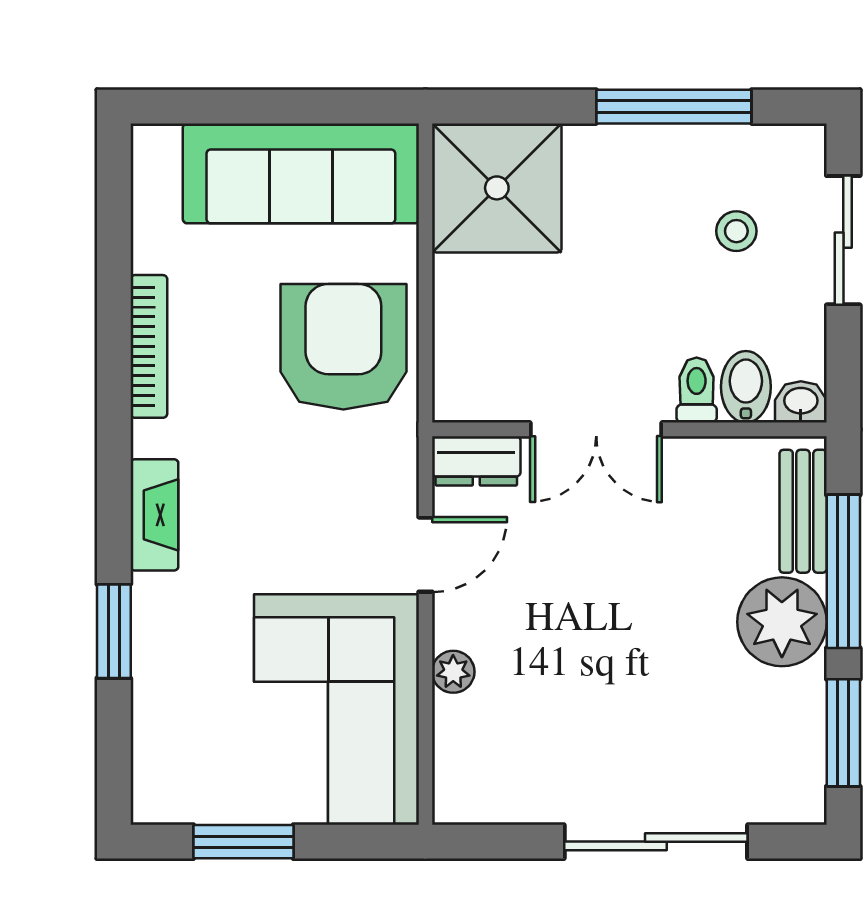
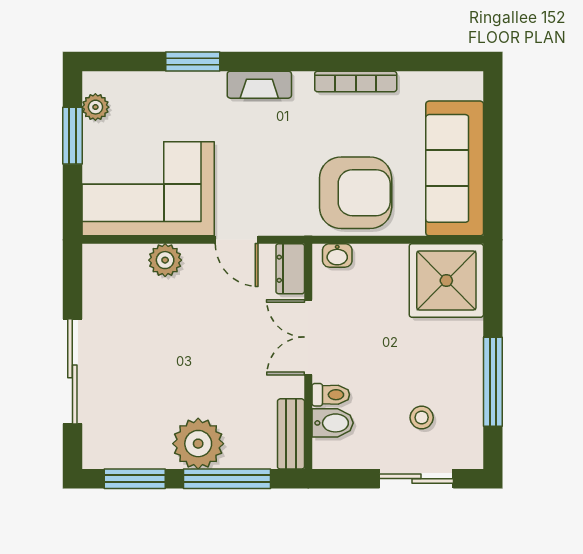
washbasin: (801, 402) -> (337, 255), moved, turned 90
bench: (803, 511) -> (291, 434), moved, turned 90
plant: (453, 672) -> (165, 260), width x1.38, depth x1.38
plant: (194, 801) -> (95, 107), added

